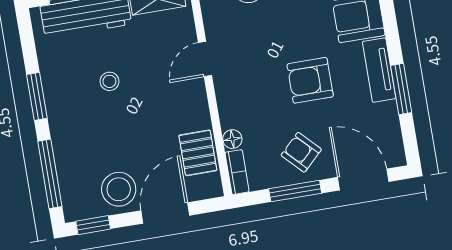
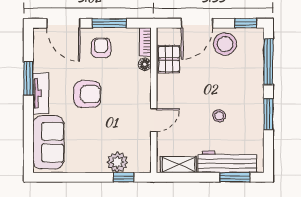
armchair: (301, 152) -> (101, 48), turned -136

